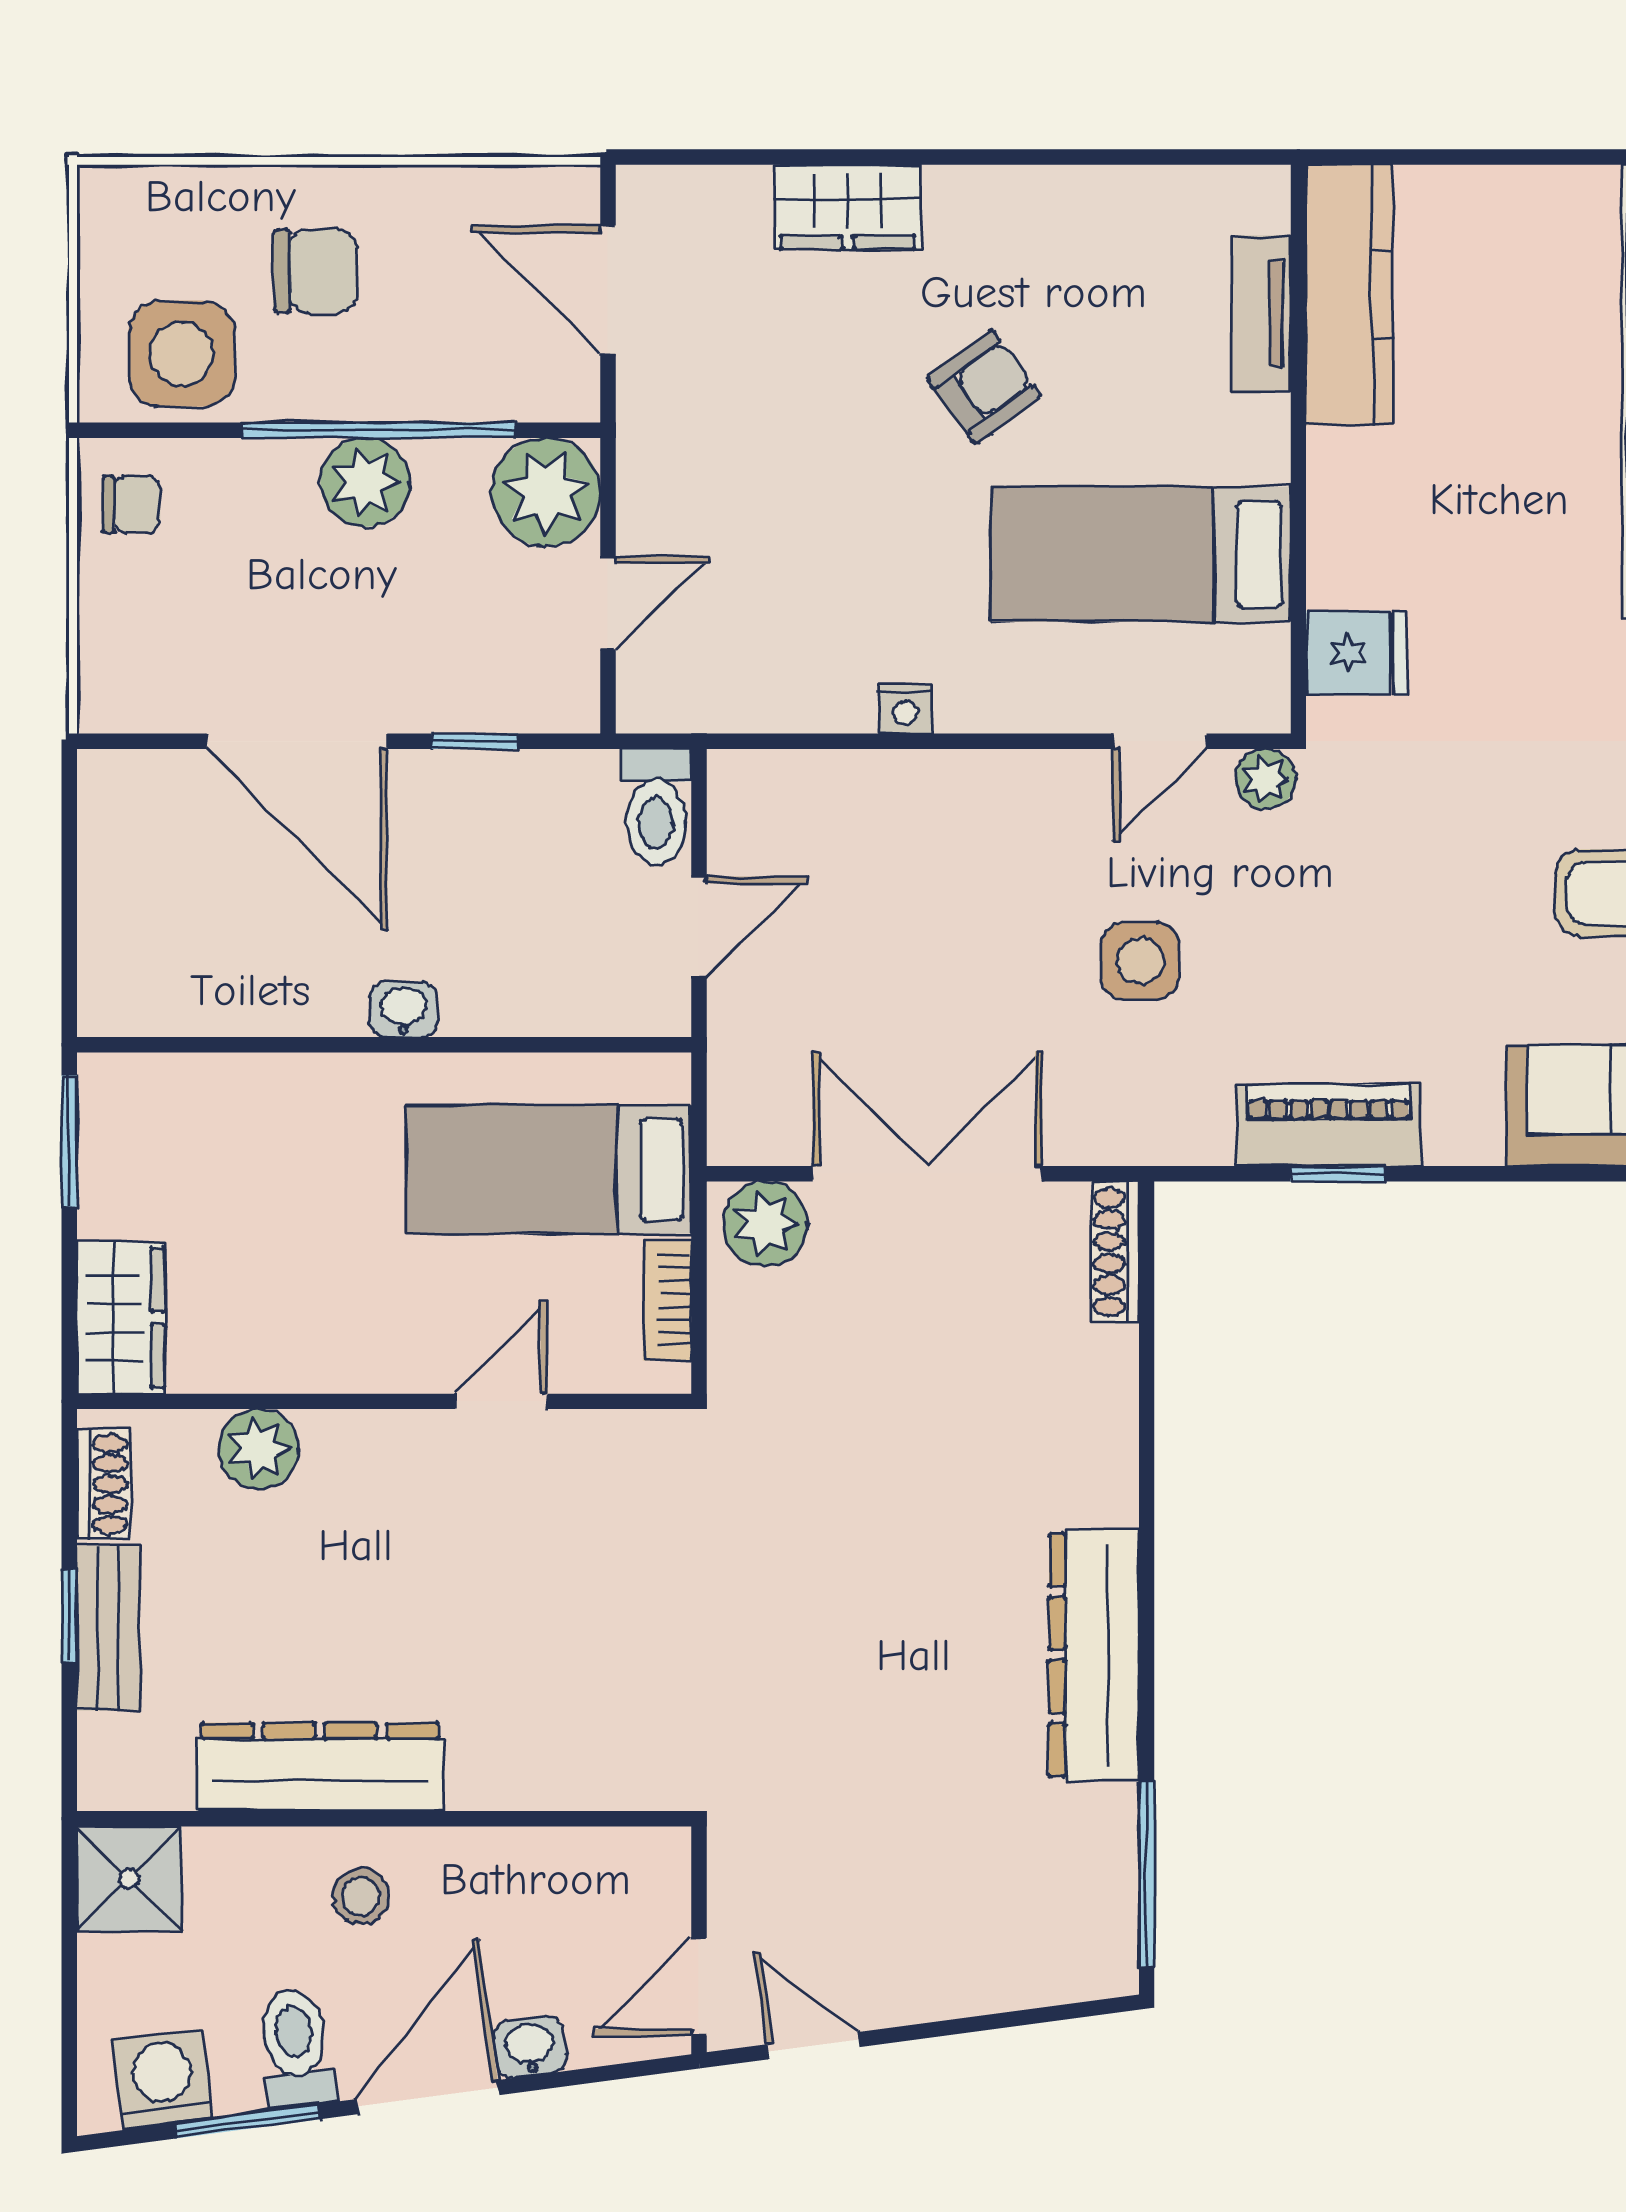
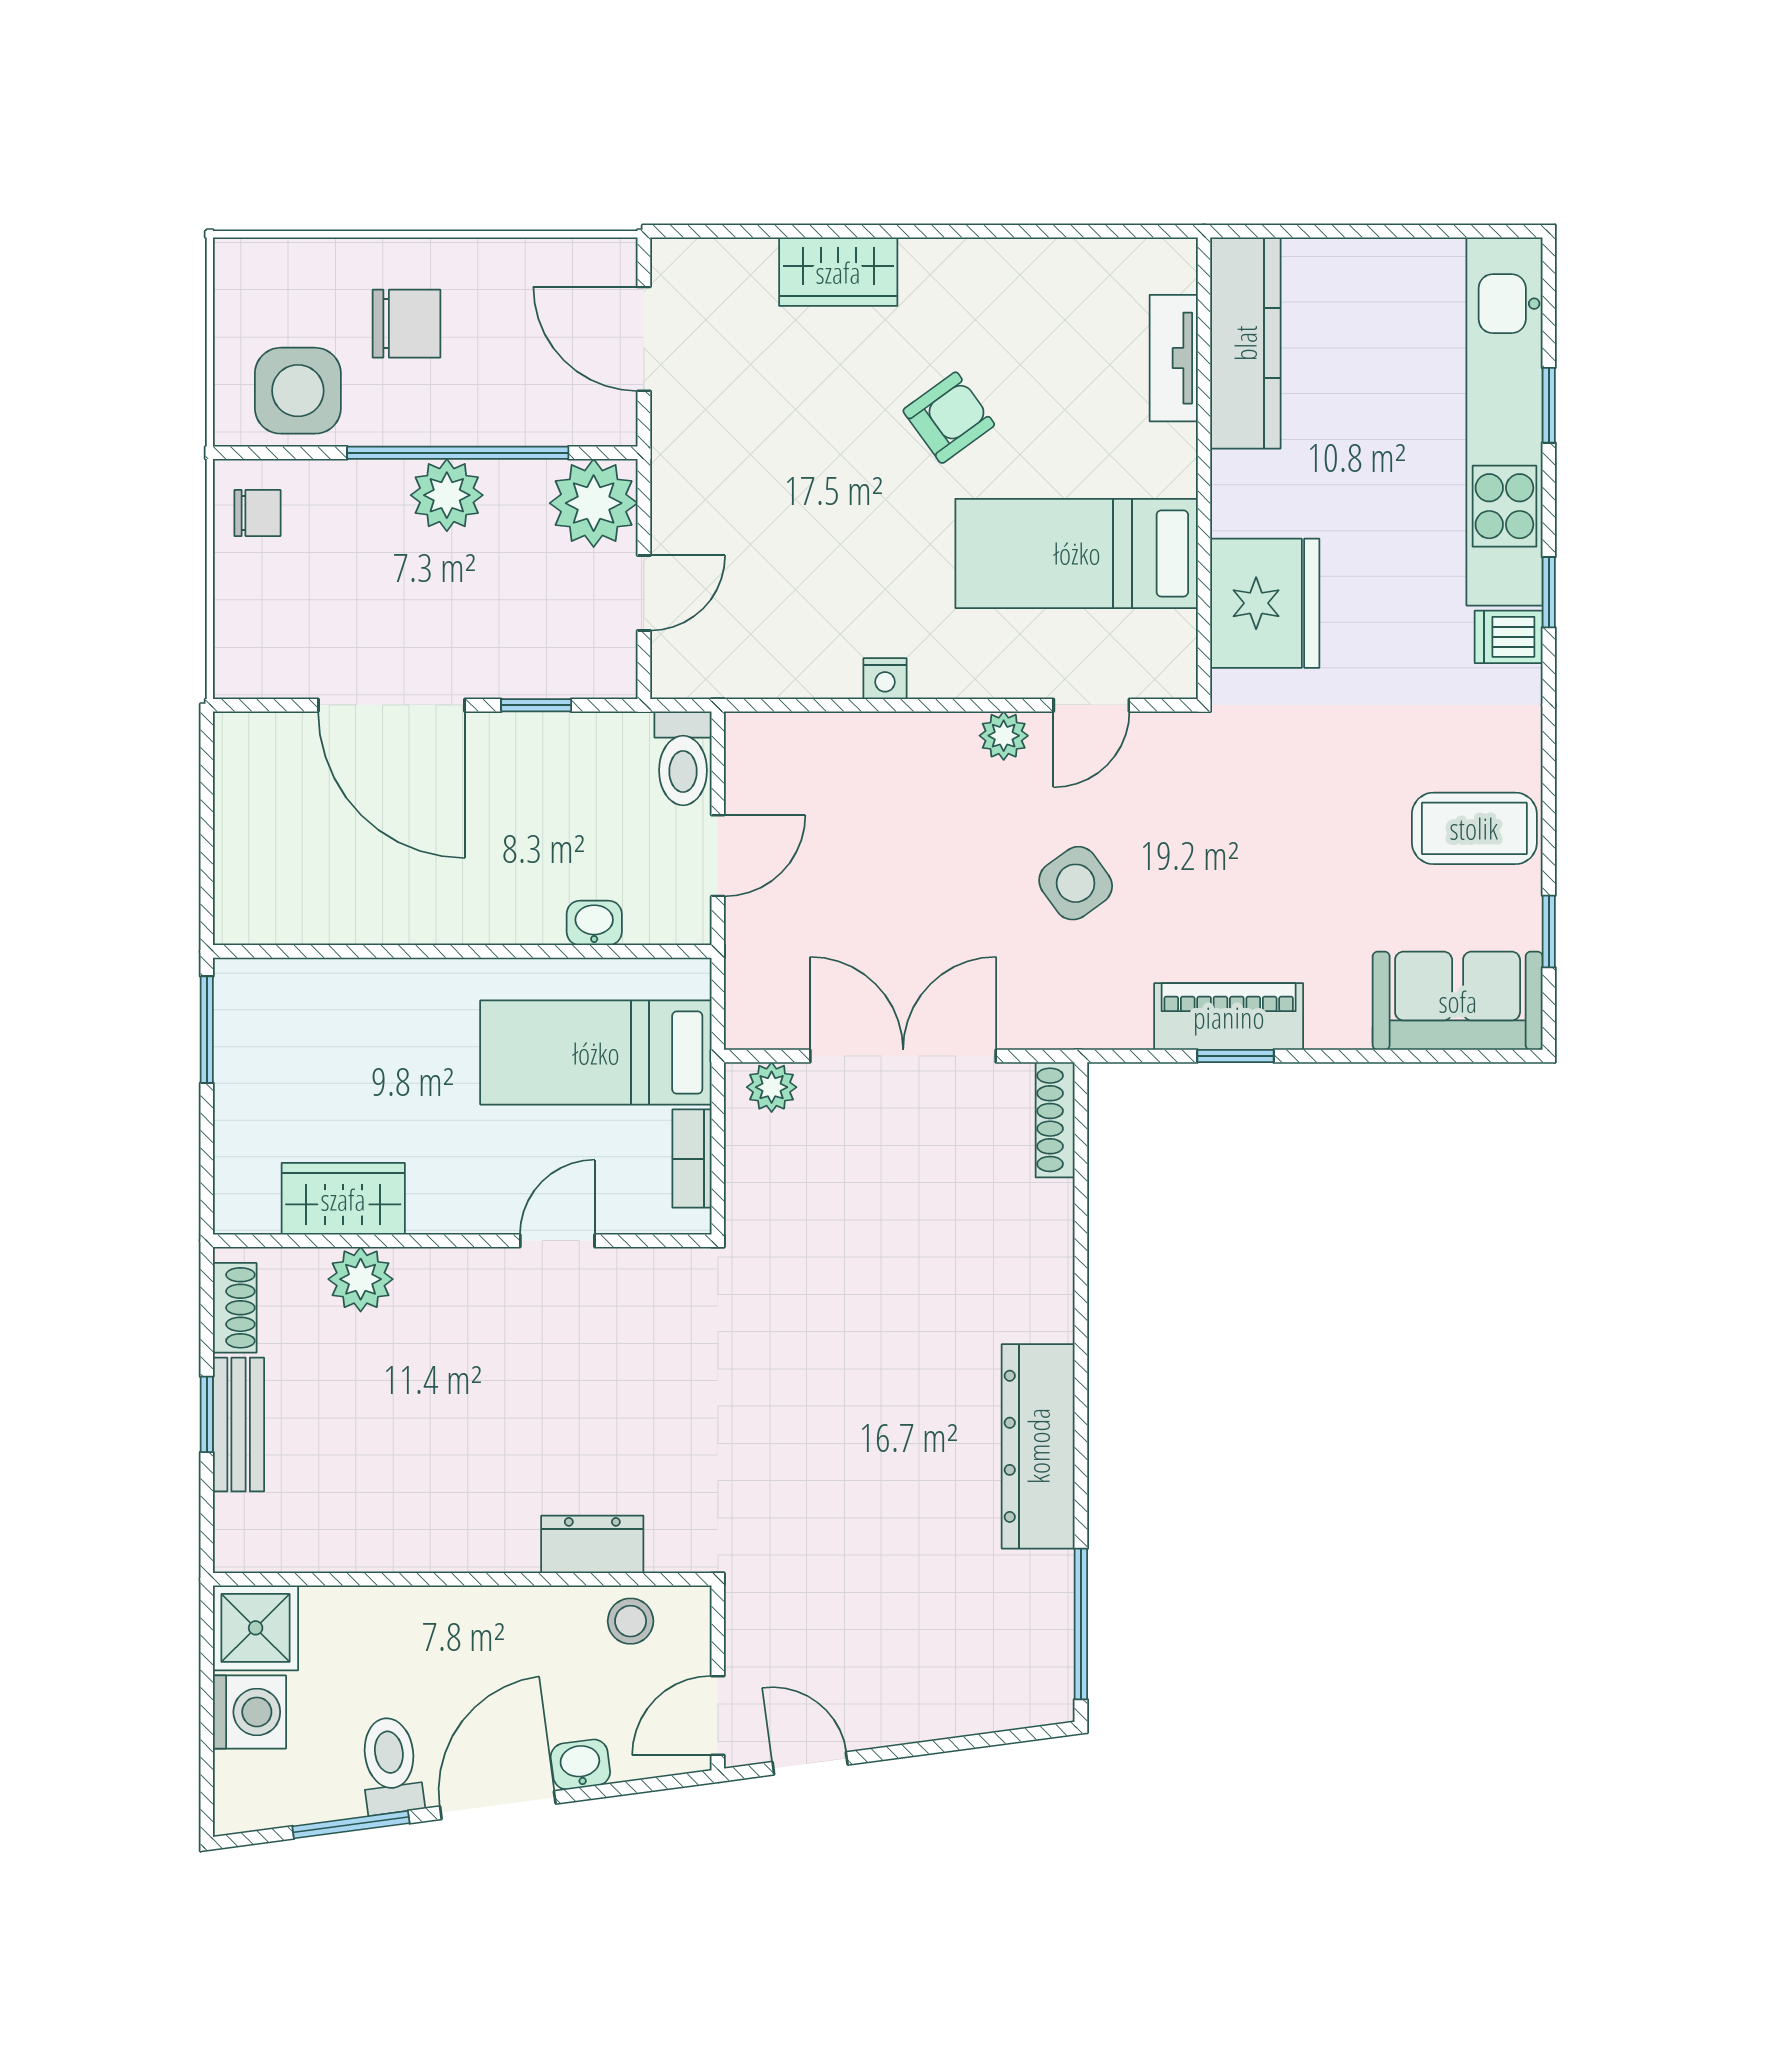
fridge: (1356, 653) -> (1265, 603), width x1.88, depth x1.34
plant: (1266, 779) -> (1004, 736), moved
side table: (1140, 961) -> (1076, 883), turned -36
washbasin: (403, 1010) -> (594, 923), moved
plant: (765, 1224) -> (772, 1087), width x0.73, depth x0.73
wardrobe: (121, 1318) -> (343, 1199), moved, turned -90
dresser: (320, 1767) -> (592, 1544), moved, width x0.51, depth x0.80
stool: (361, 1896) -> (631, 1621), moved
washing machine: (163, 2079) -> (250, 1712), moved, turned 98

